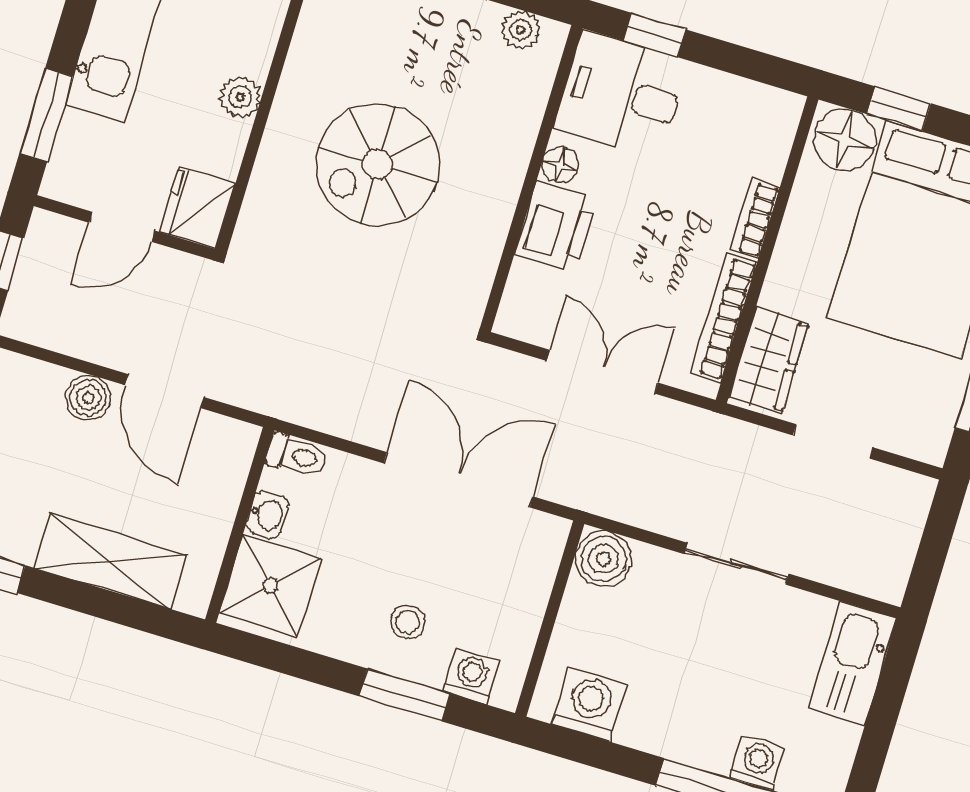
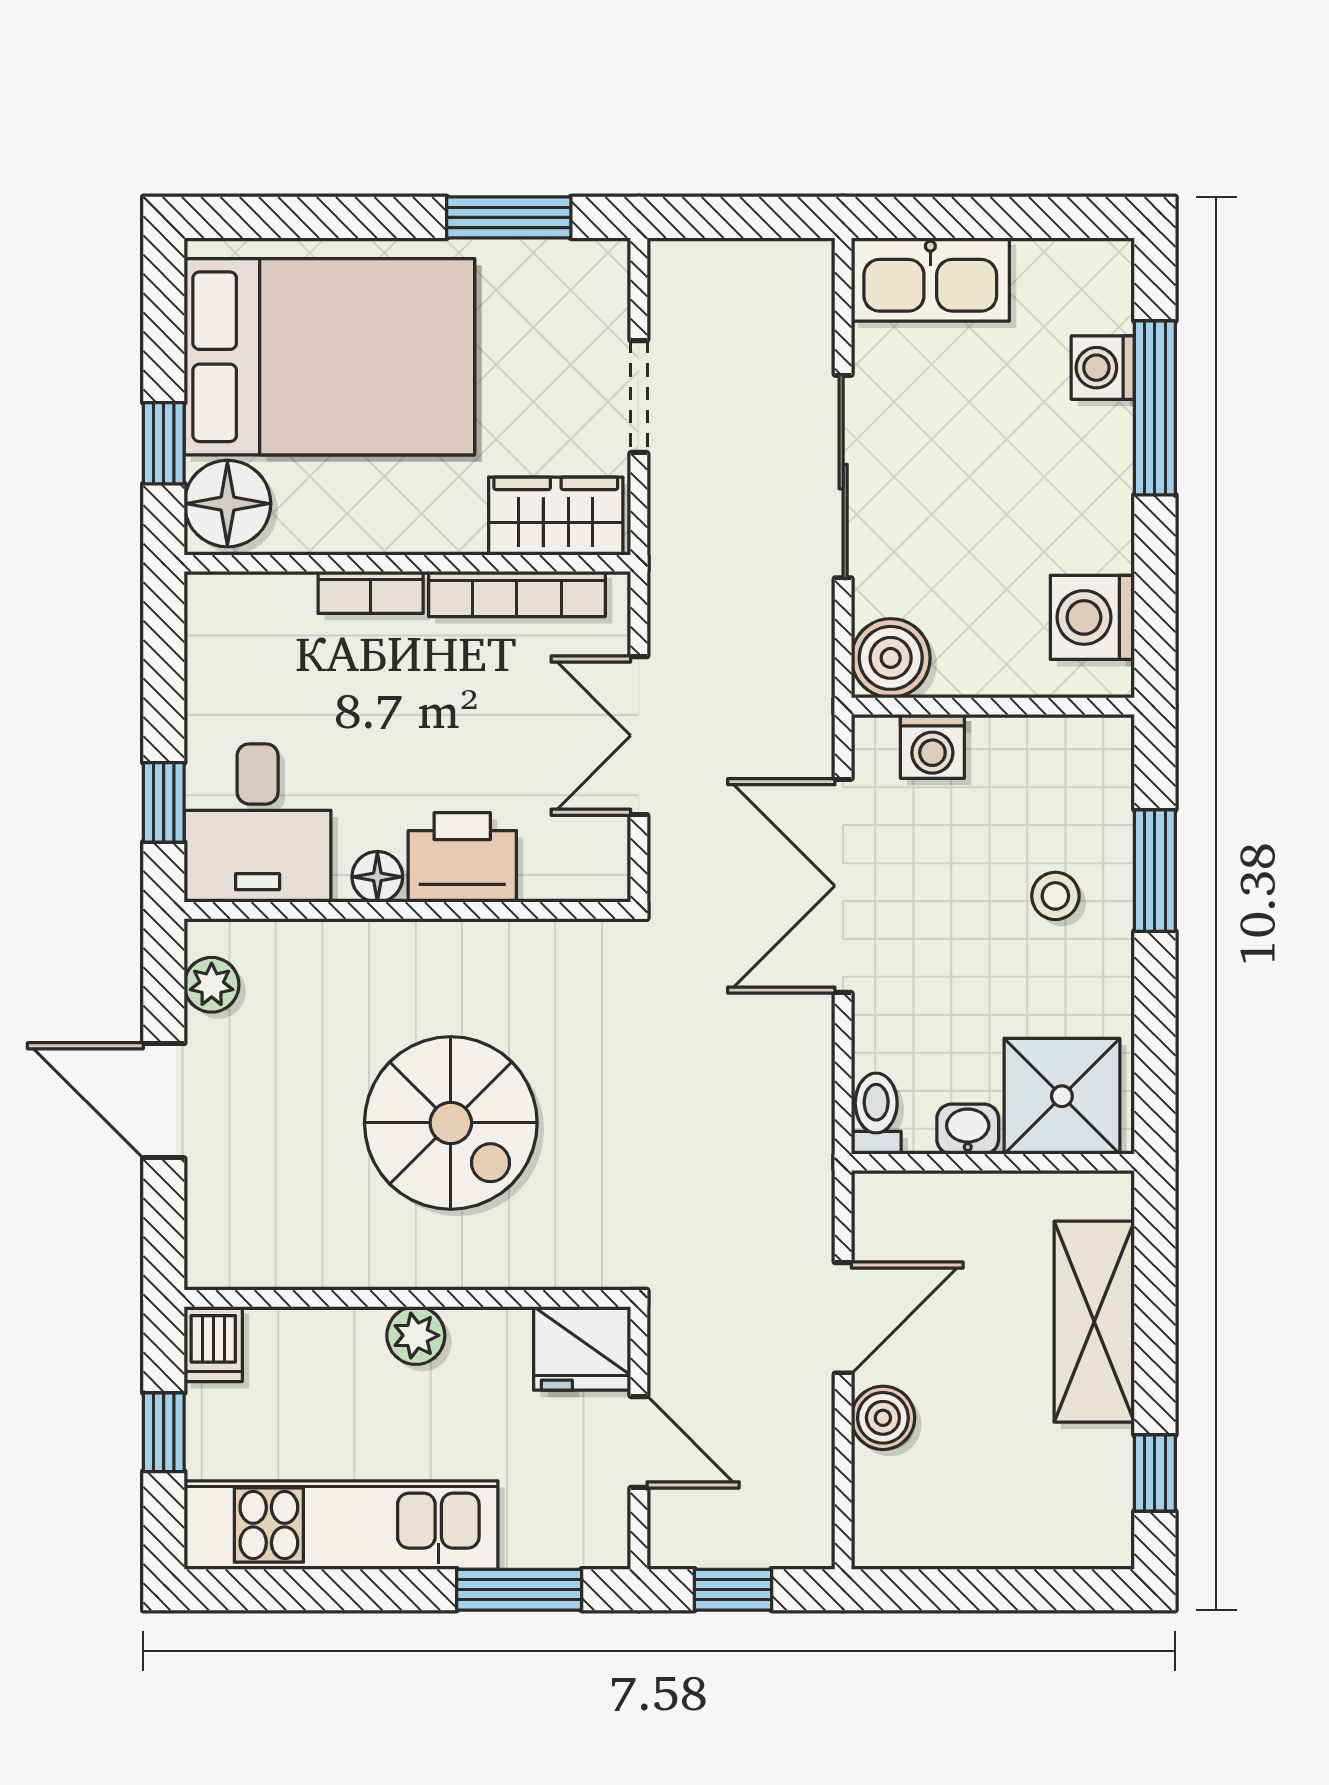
sliding door: (737, 564) -> (843, 477), width x1.37
washing machine: (471, 676) -> (932, 746), moved, turned -90

